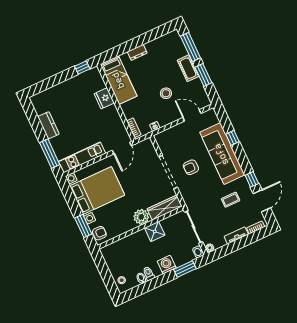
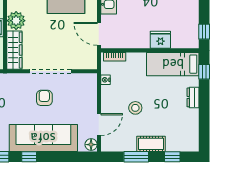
window: (190, 47) -> (172, 157), width x0.46
window: (113, 53) -> (204, 72), added
floor lamp: (210, 114) -> (91, 145), added
window: (233, 138) -> (29, 157), moved

